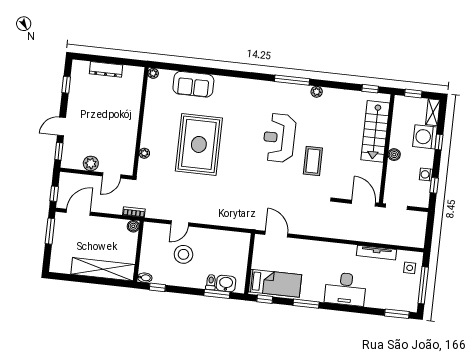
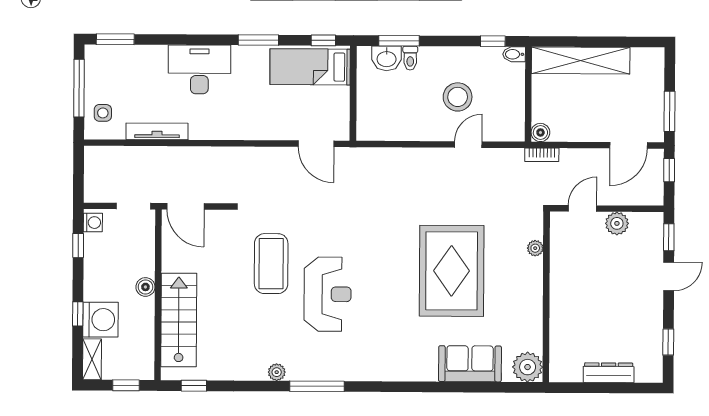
plant: (153, 73) -> (528, 367), width x1.88, depth x1.88
coffee table: (313, 161) -> (271, 264), width x1.36, depth x1.32
washing machine: (426, 175) -> (93, 223), moved

